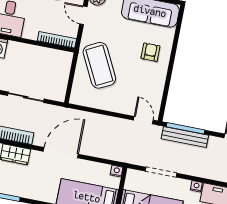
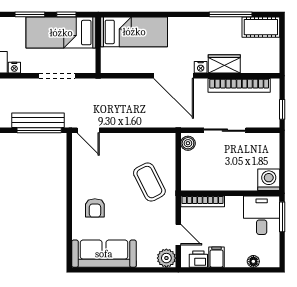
coffee table: (99, 65) -> (149, 182), width x0.73, depth x0.76
boiler: (60, 92) -> (188, 143), added
door: (61, 153) -> (174, 76), hinge flipped
nightstand: (117, 171) -> (201, 67), moved

